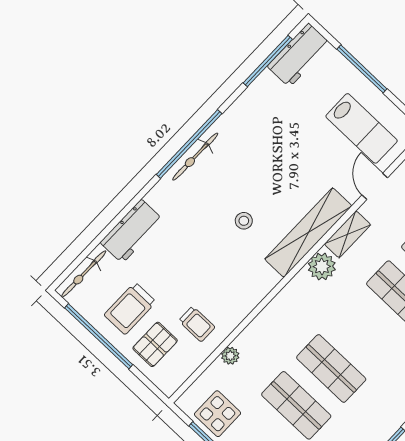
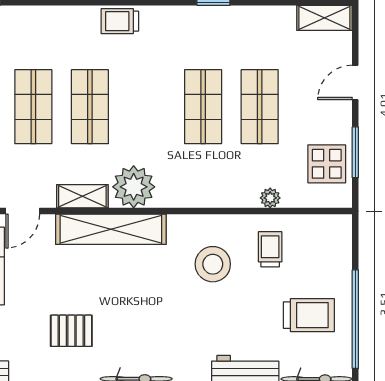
stool: (244, 221) -> (213, 264), moved, width x1.89, depth x1.89
plant: (322, 267) -> (134, 187), width x1.36, depth x1.36
pallet: (155, 344) -> (71, 331), moved

